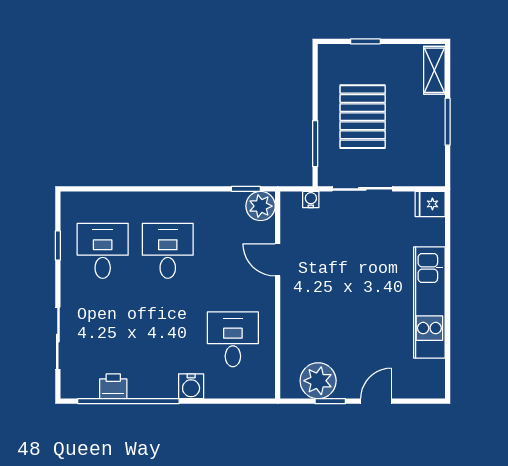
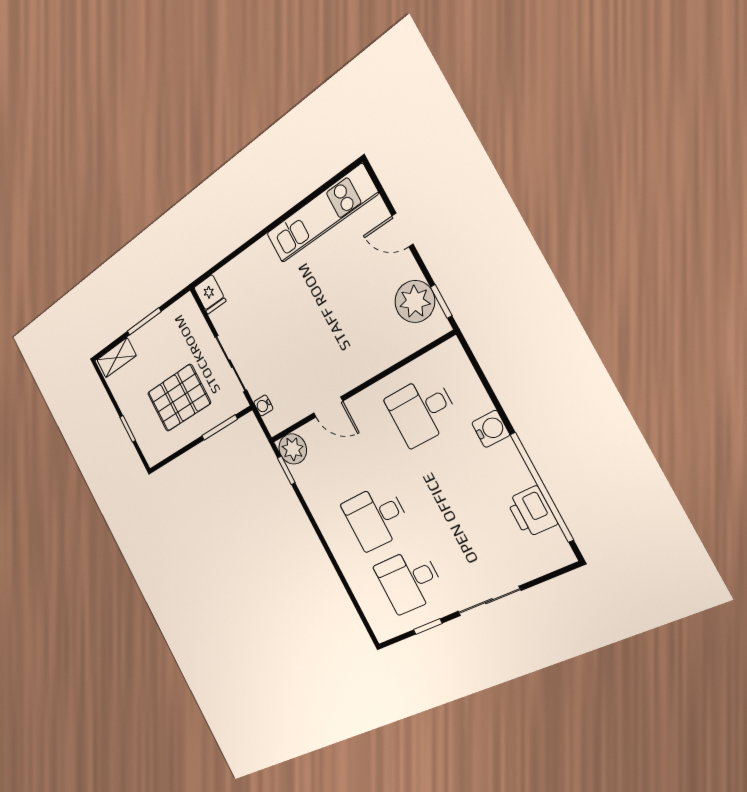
door: (278, 260) -> (328, 407), hinge flipped
kitchen unit: (429, 302) -> (321, 214), moved
sliding door: (58, 338) -> (489, 601), moved
printer: (113, 386) -> (532, 512), width x1.36, depth x1.24
window: (330, 401) -> (441, 301), moved

